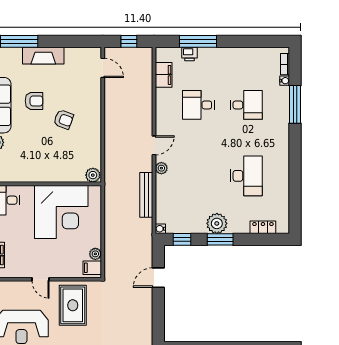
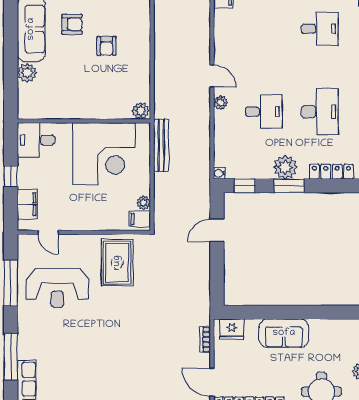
desk: (198, 105) -> (264, 112), moved, turned 180
armchair: (64, 119) -> (106, 46), turned 70
door: (154, 145) -> (212, 76), hinge flipped
bench: (146, 195) -> (161, 145), moved
locker: (263, 227) -> (331, 172), width x1.53
door: (41, 279) -> (48, 232), moved

